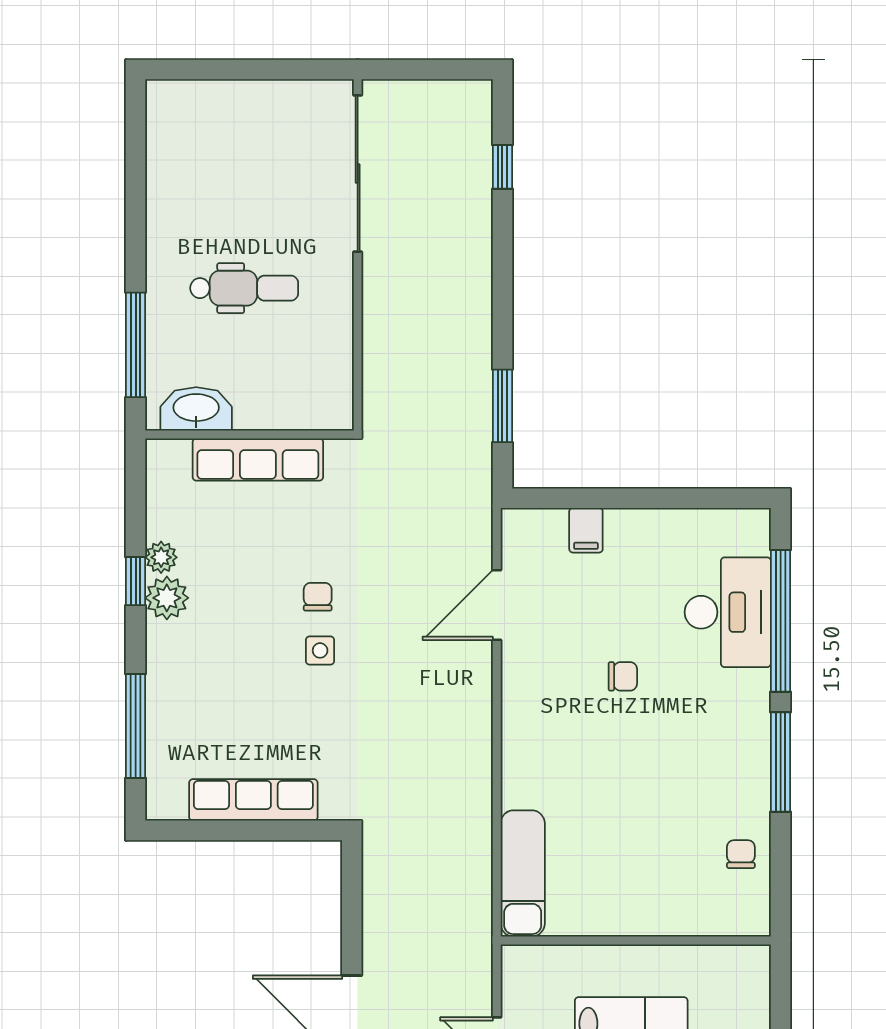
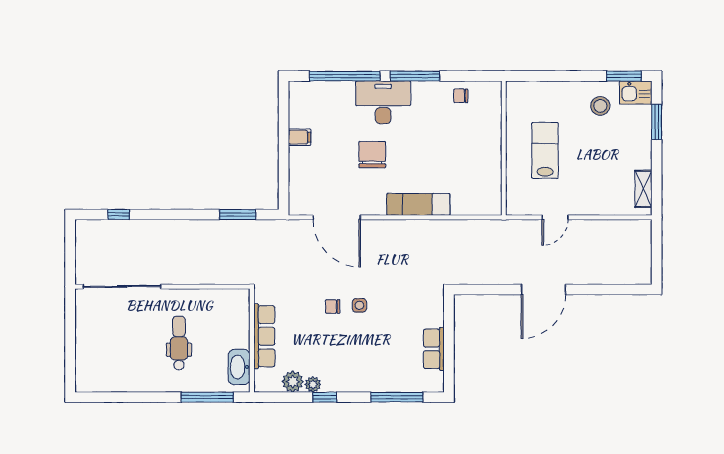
filing cabinet: (586, 530) -> (299, 137), moved
plant: (167, 598) -> (293, 382), moved
door: (497, 605) -> (337, 217), width x1.36
desk: (728, 612) -> (383, 102), moved
chair: (623, 676) -> (372, 155), width x1.87, depth x1.87
row of seats: (253, 800) -> (434, 349), width x0.68
exam couch: (523, 873) -> (418, 204), moved

